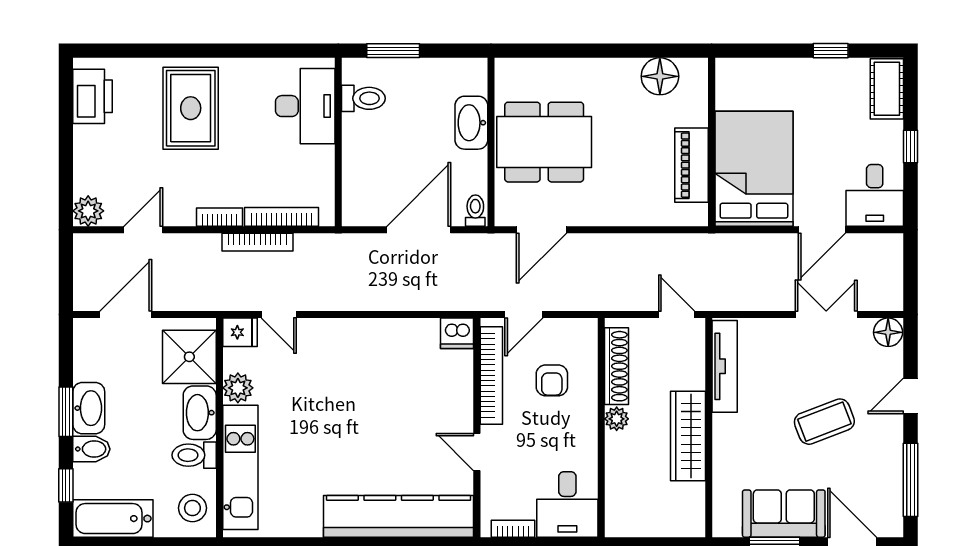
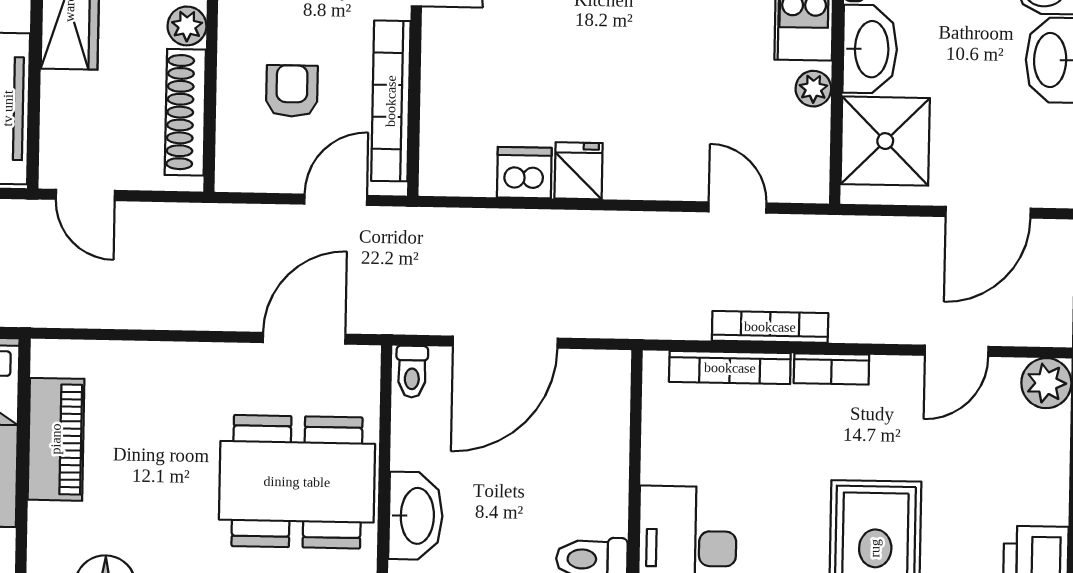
fridge: (240, 332) -> (579, 171), moved, turned 90
dishwasher: (457, 333) -> (524, 173), moved
plant: (238, 388) -> (813, 89), width x0.73, depth x0.73

